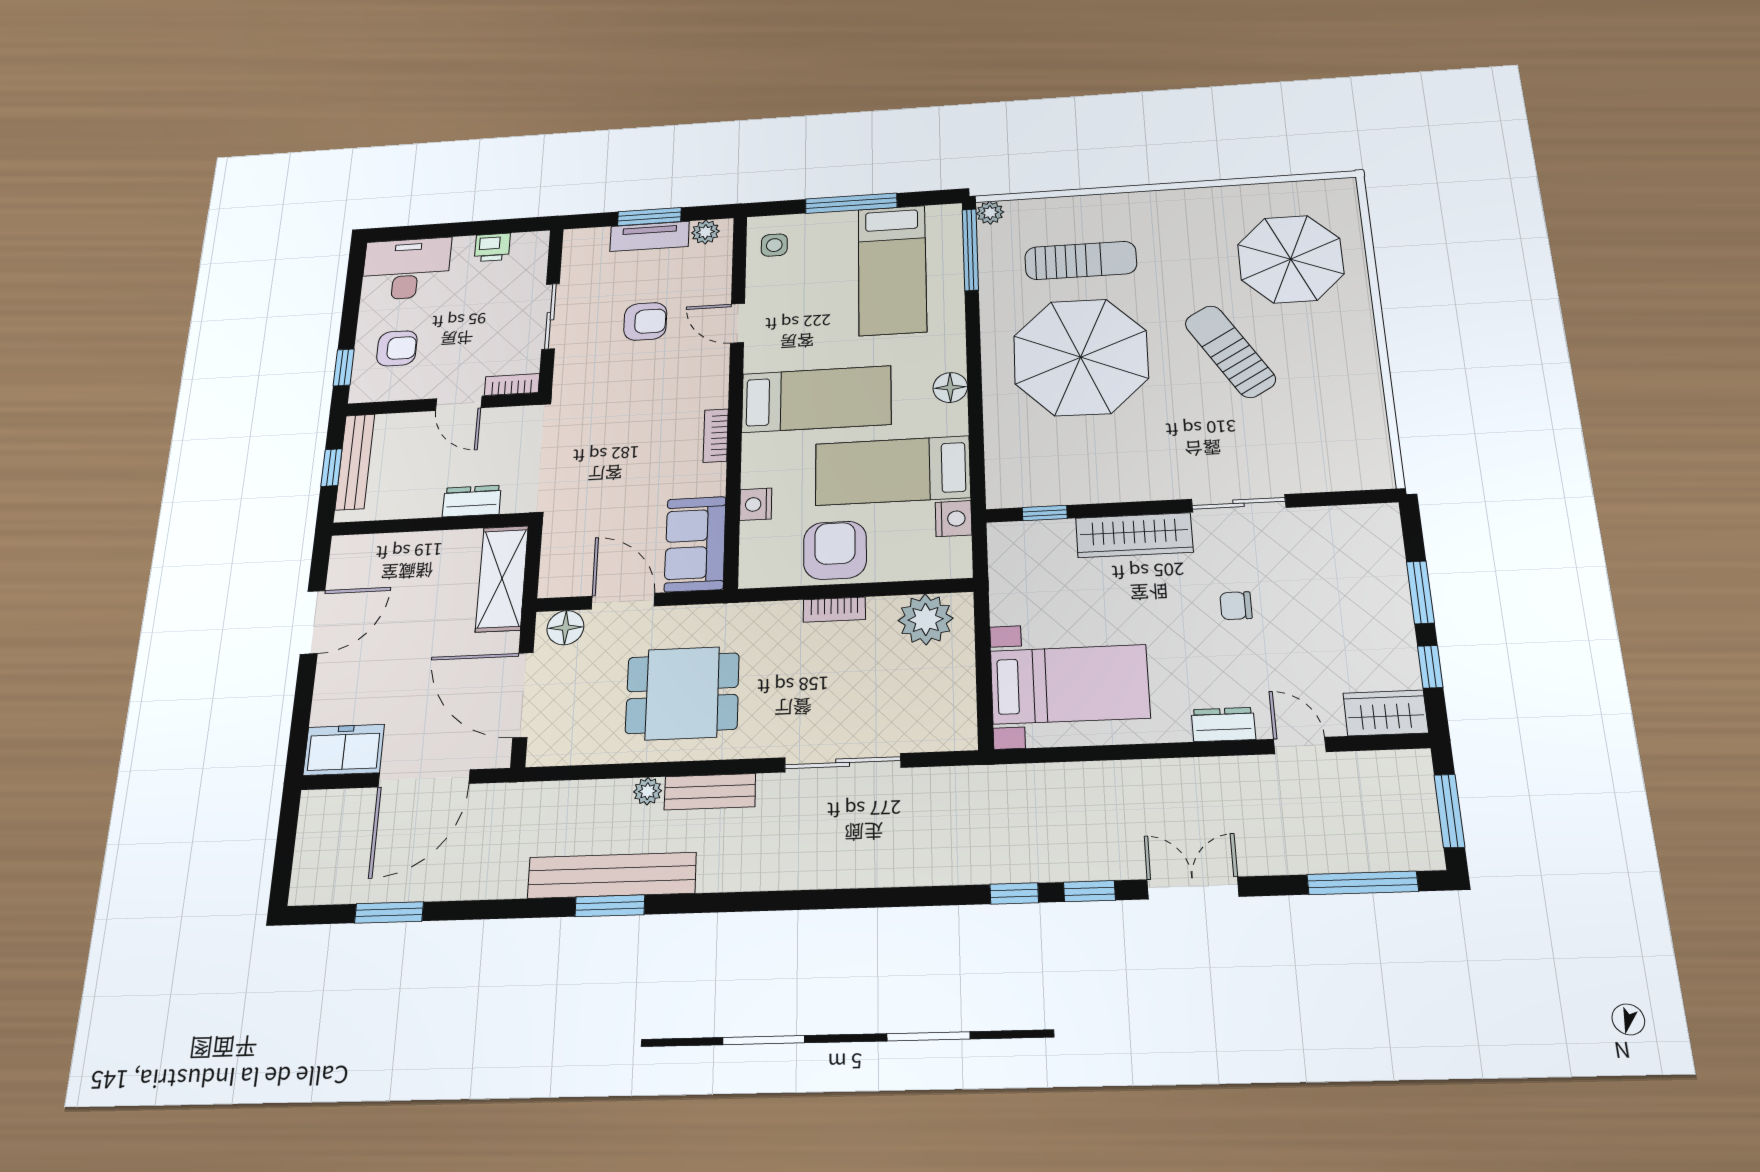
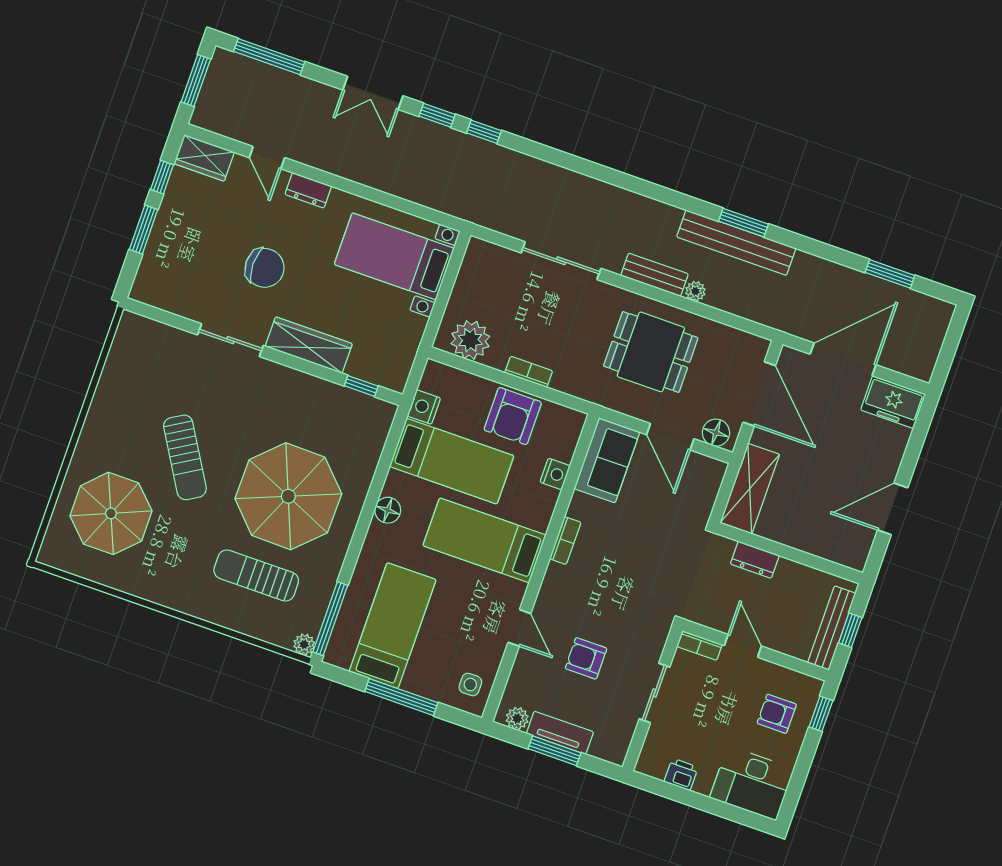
chair: (1236, 606) -> (265, 268), width x1.87, depth x1.87

